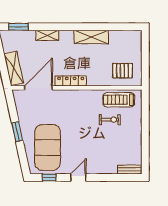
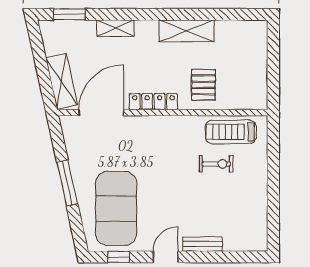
pallet: (122, 71) -> (203, 85), moved, turned 90
window: (17, 132) -> (67, 183), width x1.44
bench: (130, 169) -> (203, 244), moved

